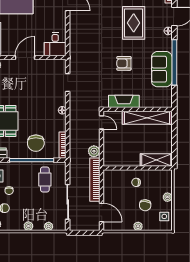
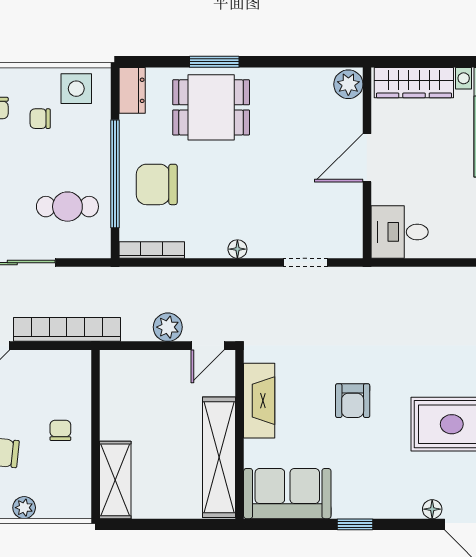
door: (25, 57) -> (367, 158), swing flipped
window: (174, 62) -> (355, 524), width x0.32
armchair: (124, 63) -> (353, 401), turned 180
sofa: (162, 69) -> (287, 494), moved
plant: (94, 151) -> (168, 327), moved

